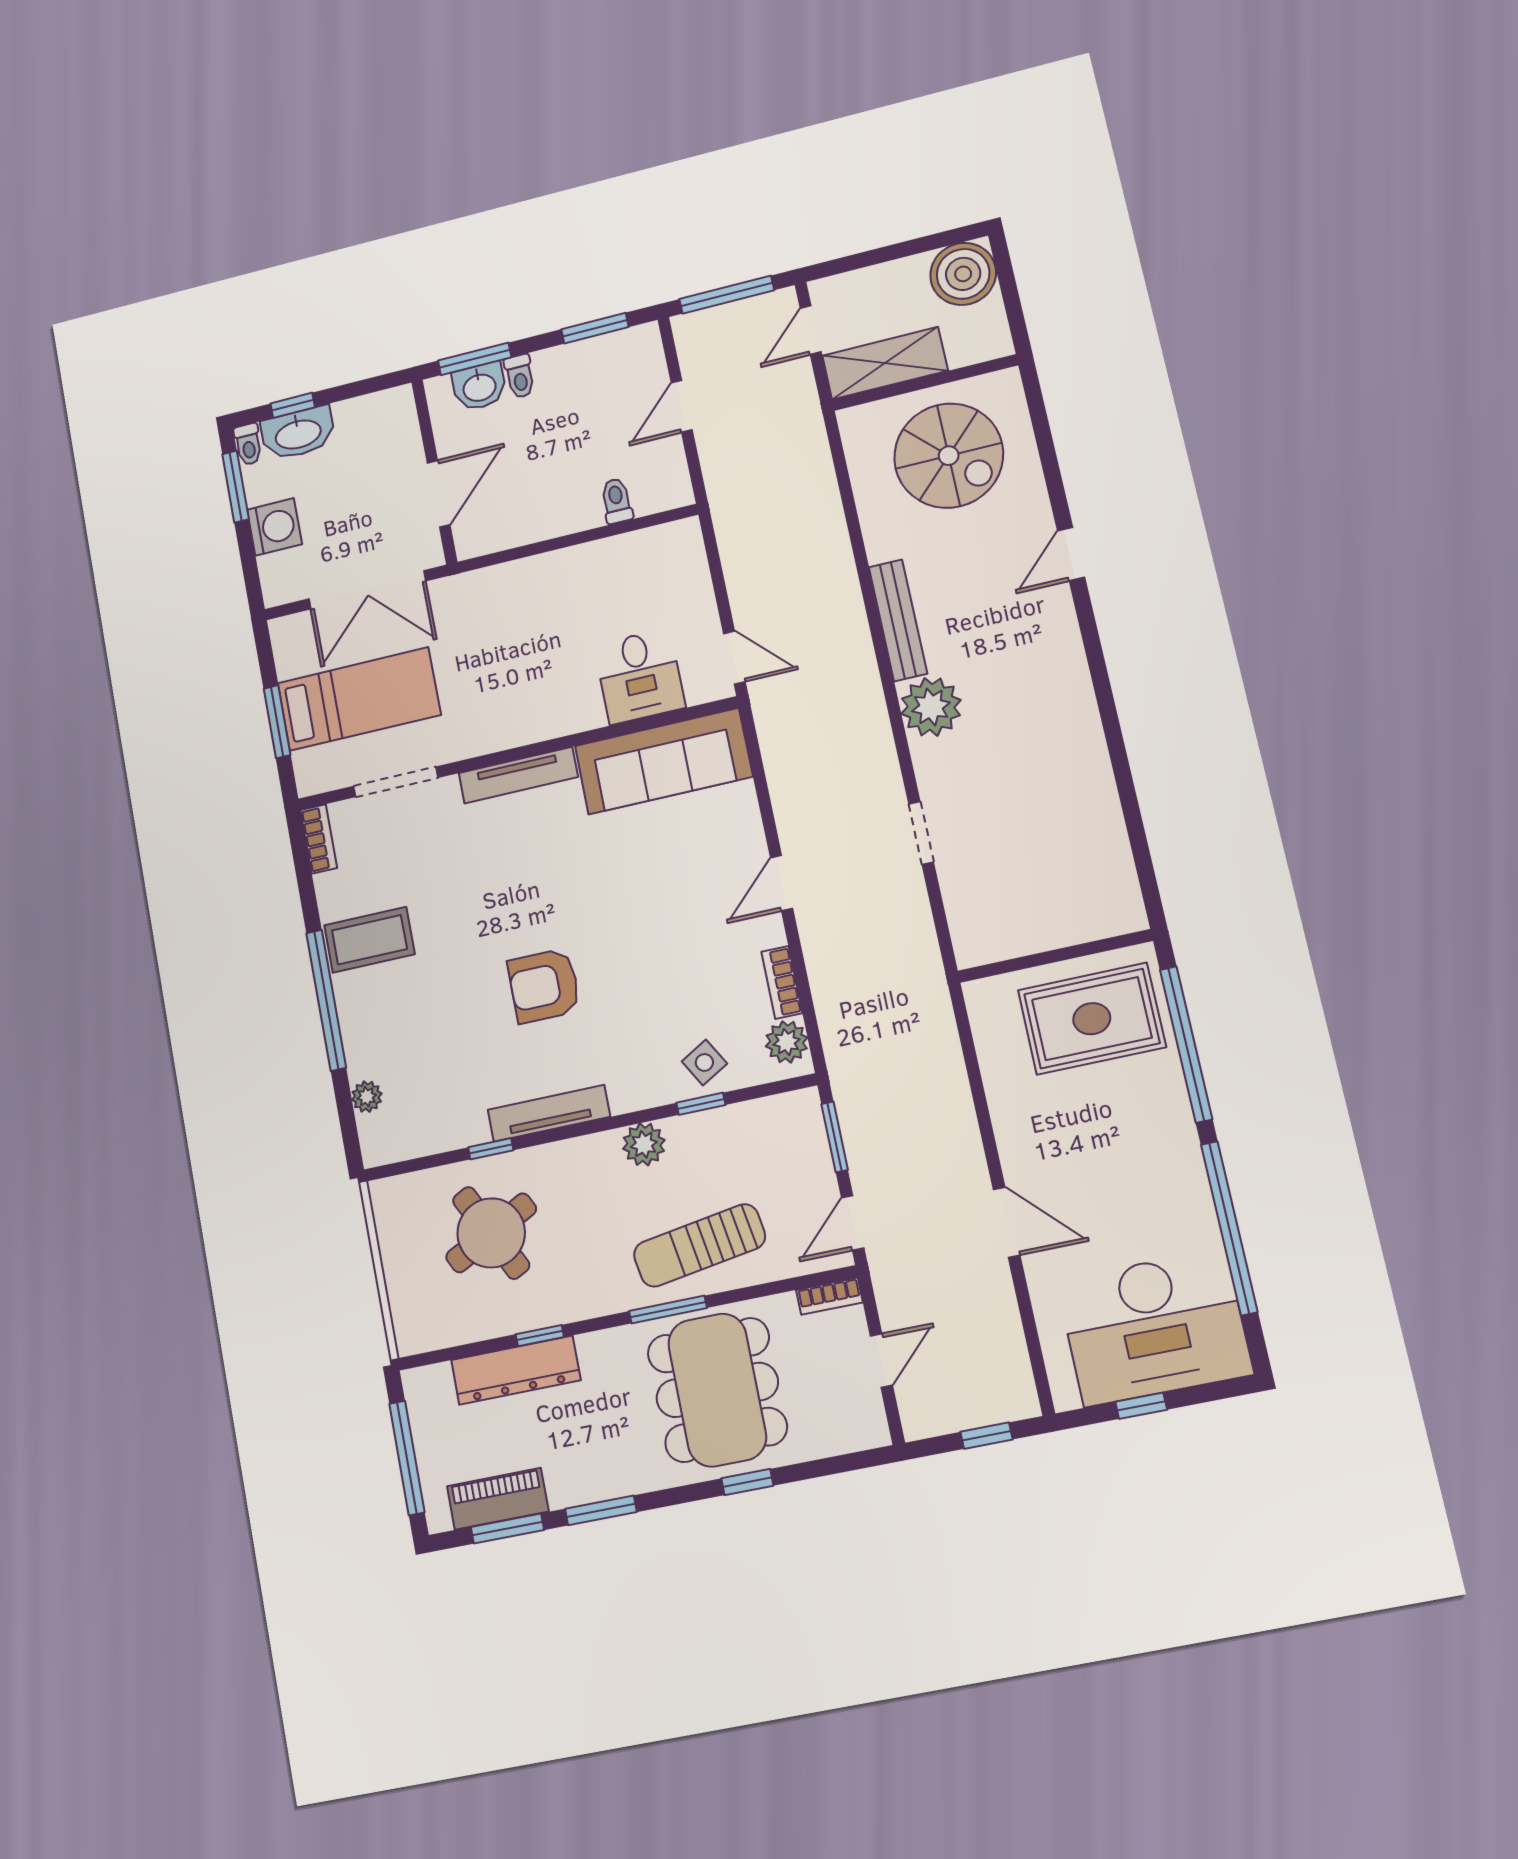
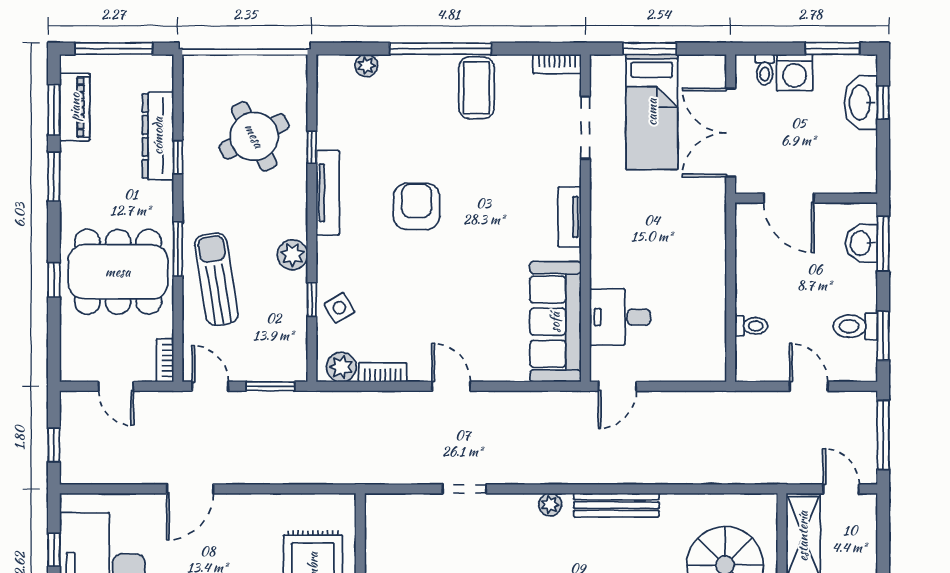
toilet: (520, 376) -> (855, 326), moved, width x1.37, depth x1.39
toilet: (248, 444) -> (765, 70), moved, turned -90
plant: (931, 707) -> (550, 504), width x0.53, depth x0.53
tv unit: (518, 775) -> (570, 217), width x0.71

